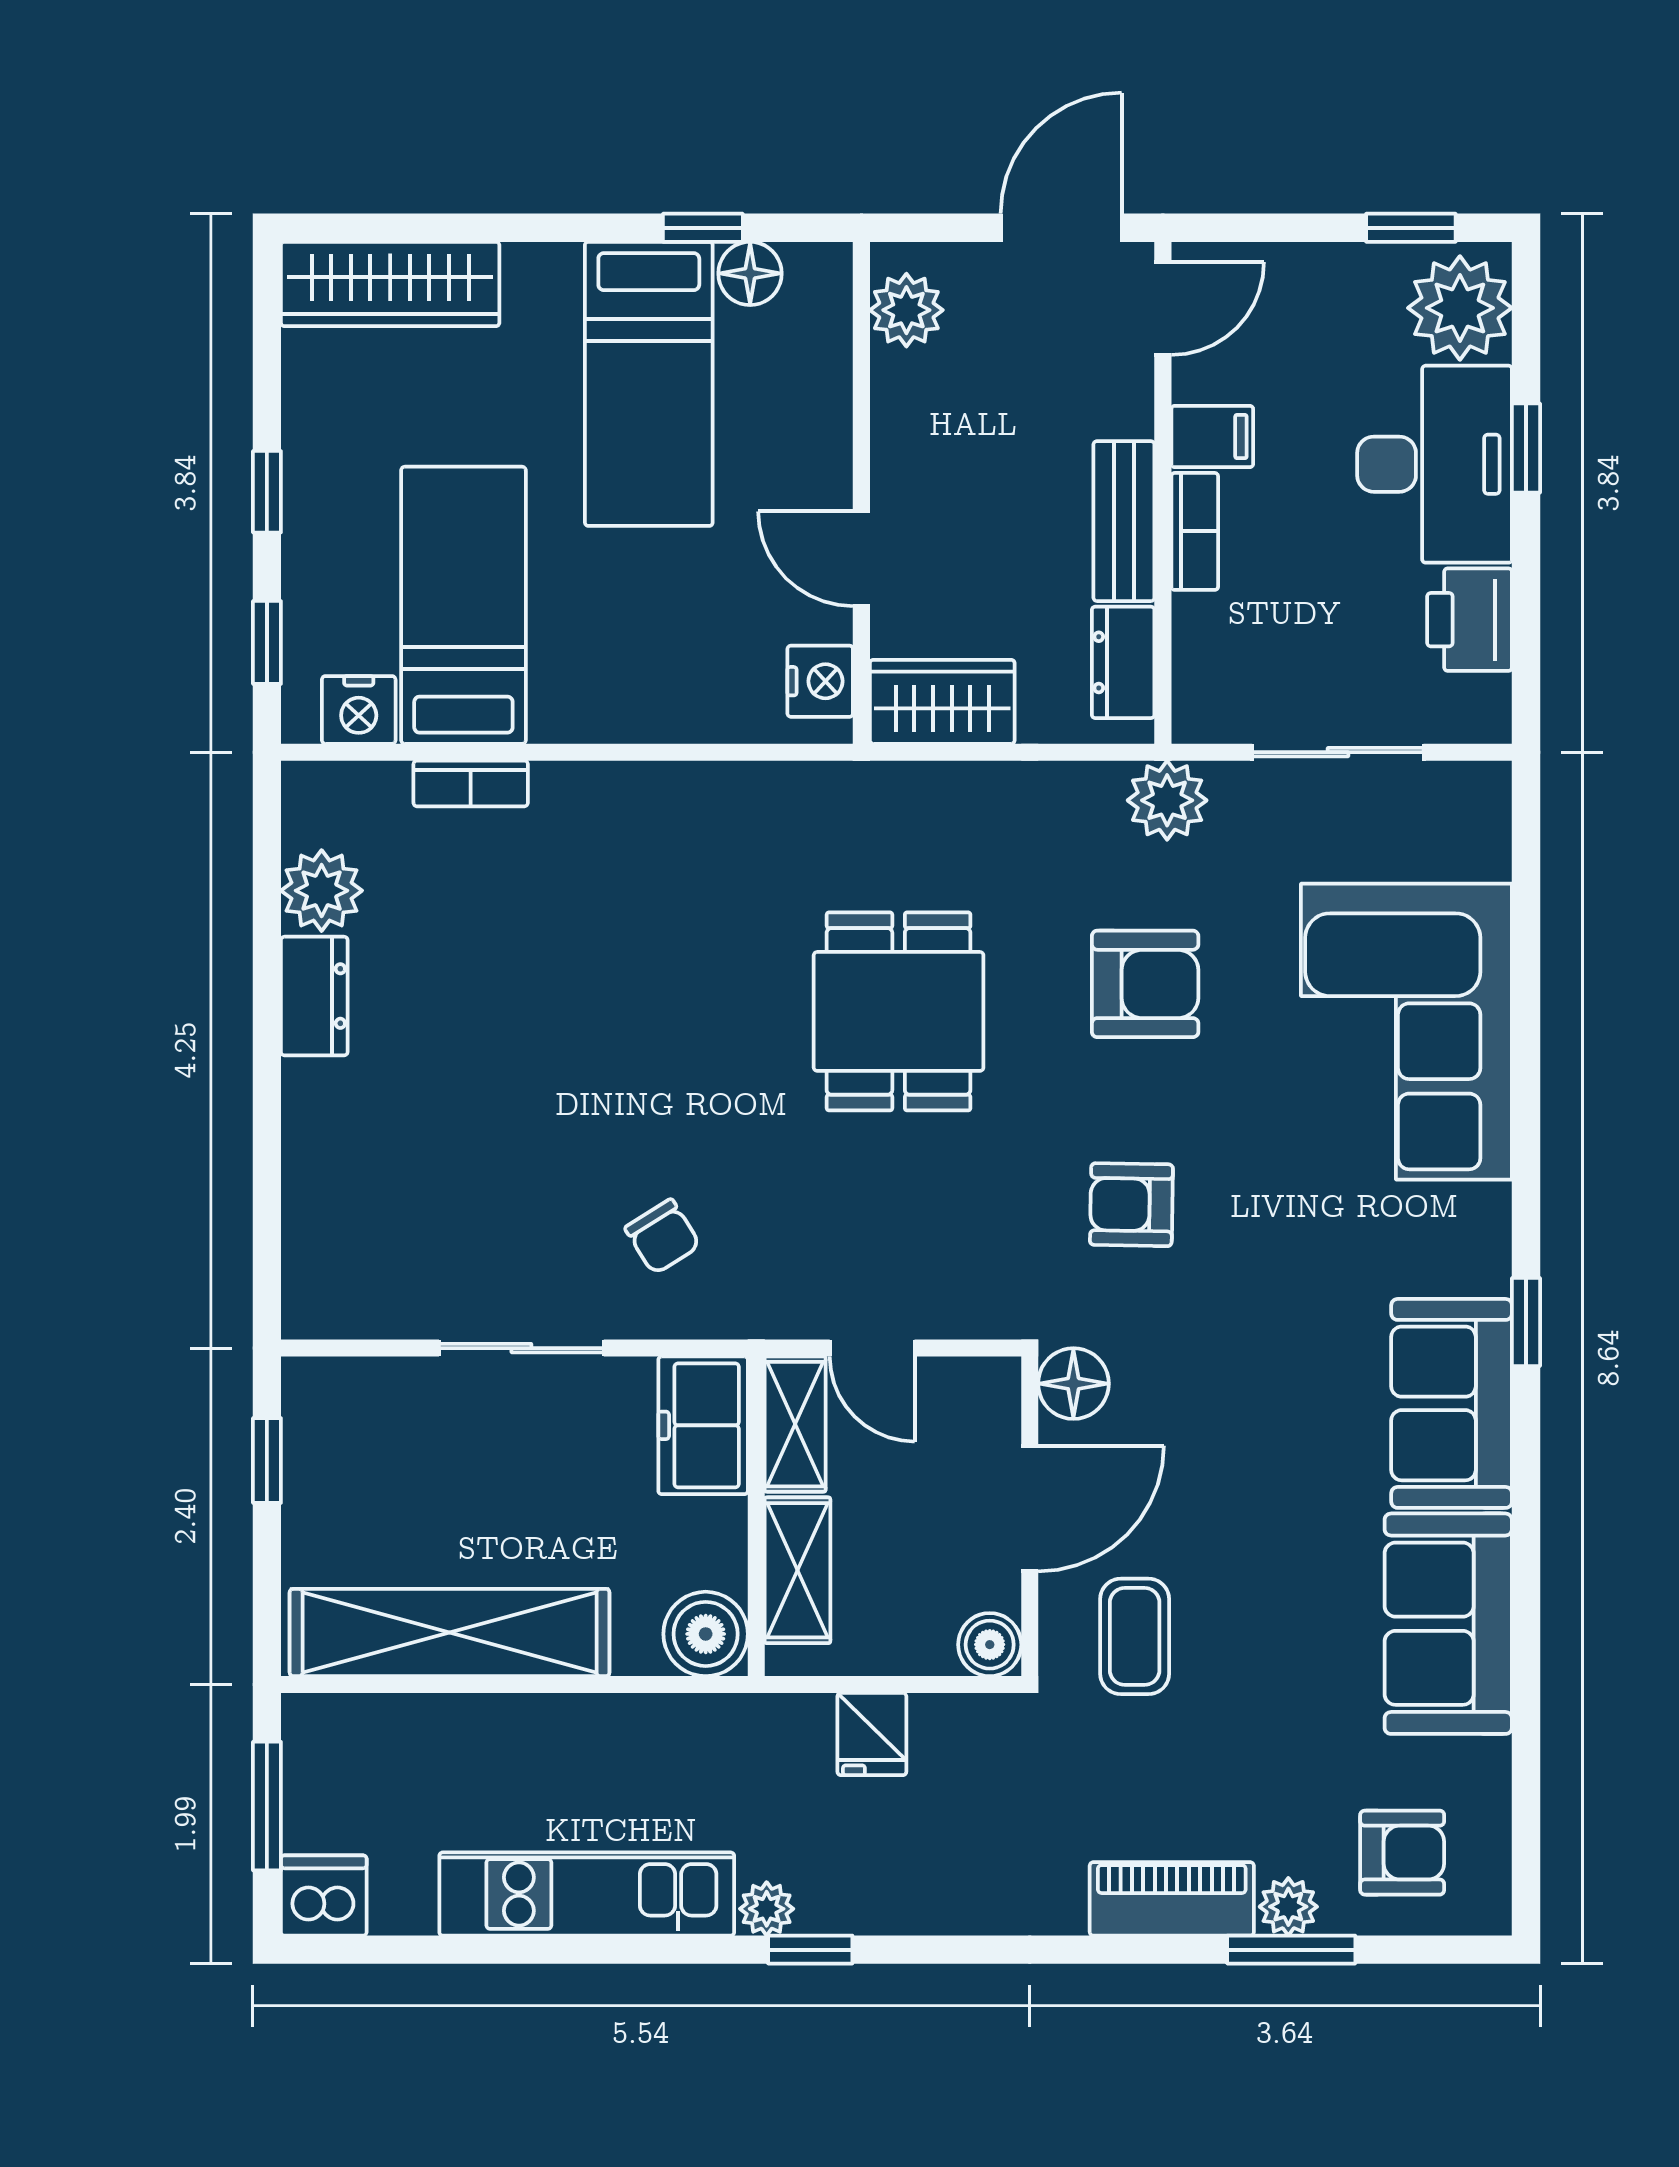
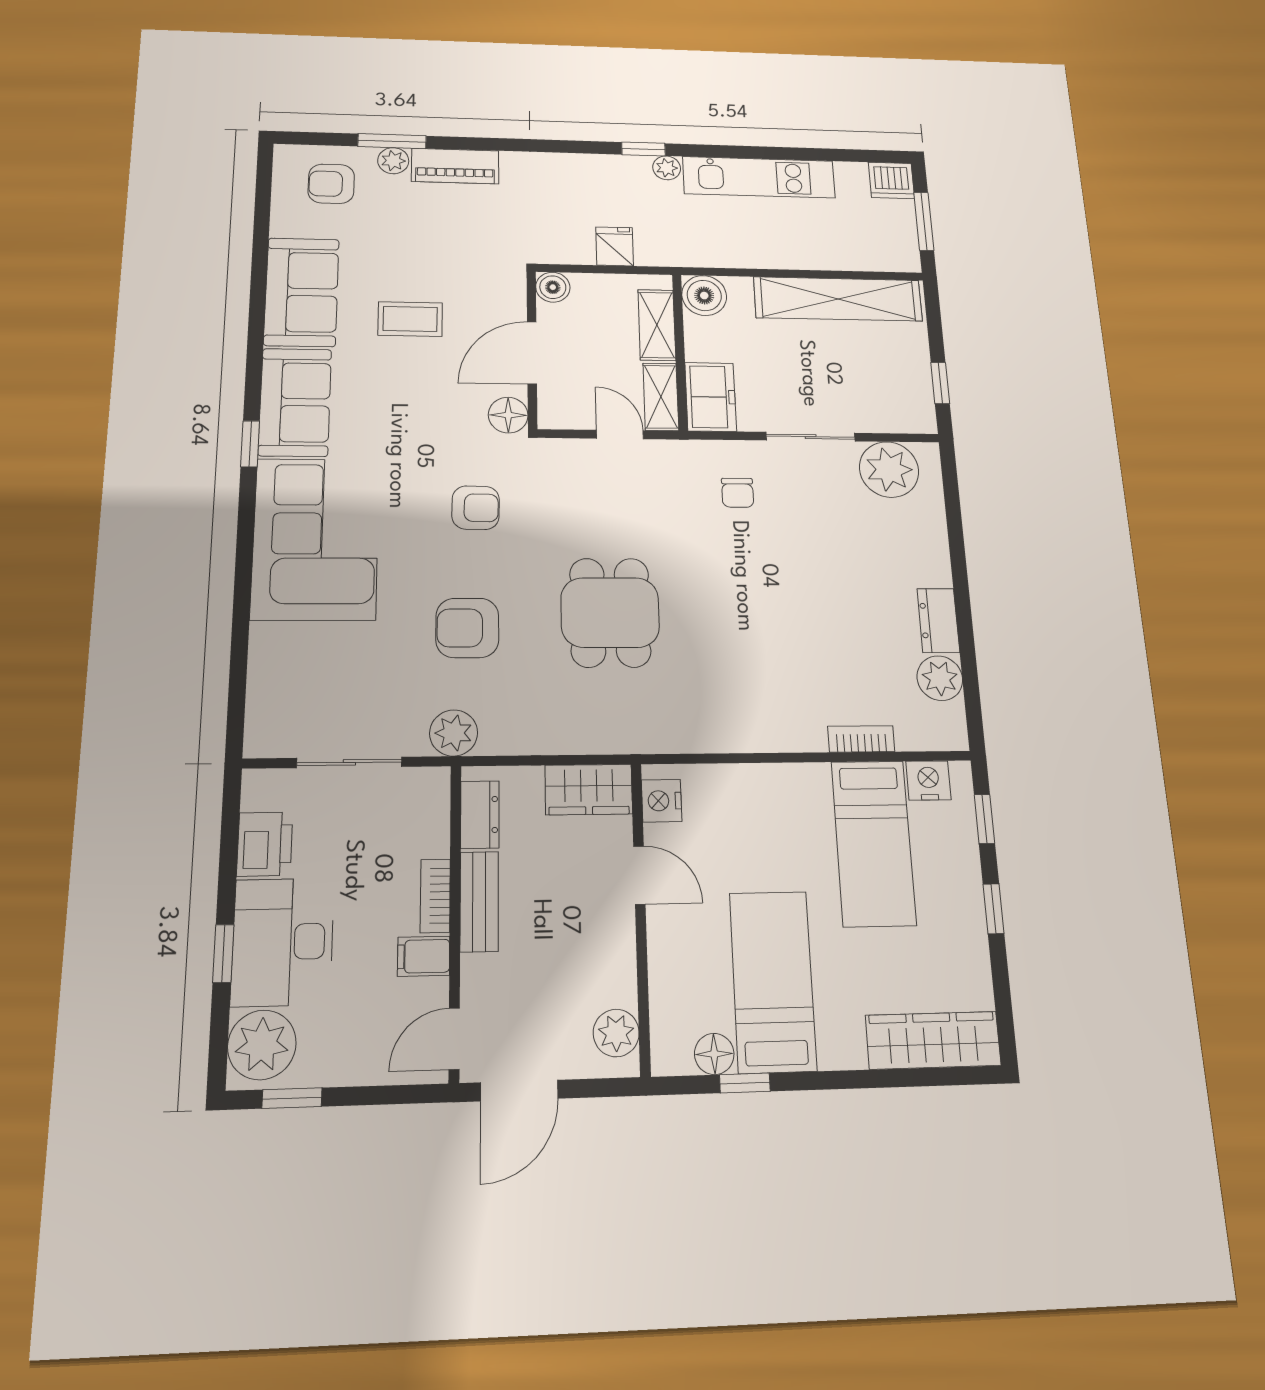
corner sofa: (1406, 1032) -> (316, 539), moved
chair: (663, 1237) -> (738, 493), turned -148
plant: (380, 1285) -> (889, 469), added
coffee table: (1135, 1636) -> (410, 319), moved, turned 90

